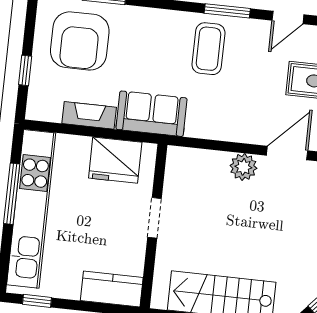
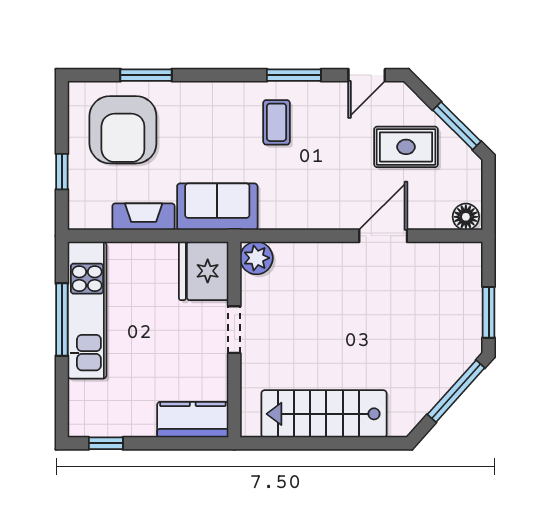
coffee table: (208, 49) -> (277, 122), width x0.73, depth x0.77
fridge: (115, 160) -> (204, 271), moved, turned 90
plant: (243, 167) -> (256, 258), moved
kitchen unit: (31, 209) -> (87, 310), width x0.73

